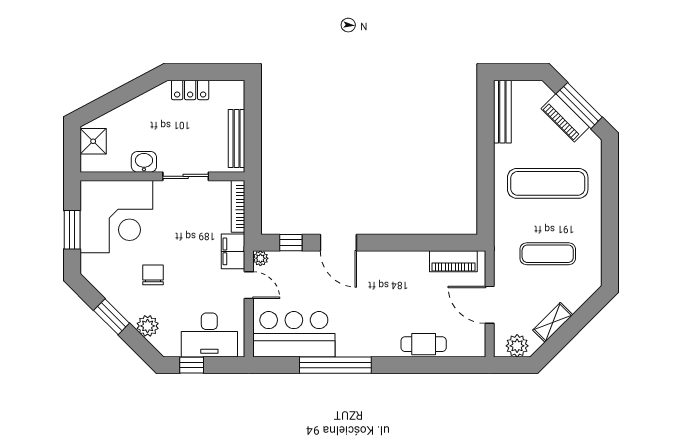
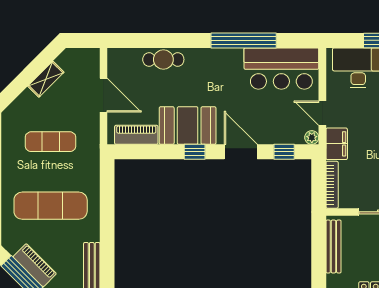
window: (389, 243) -> (195, 152), added
booth: (397, 272) -> (188, 126), added
plant: (517, 346) -> (78, 58), removed

